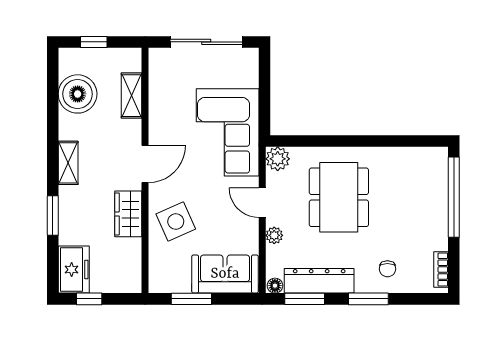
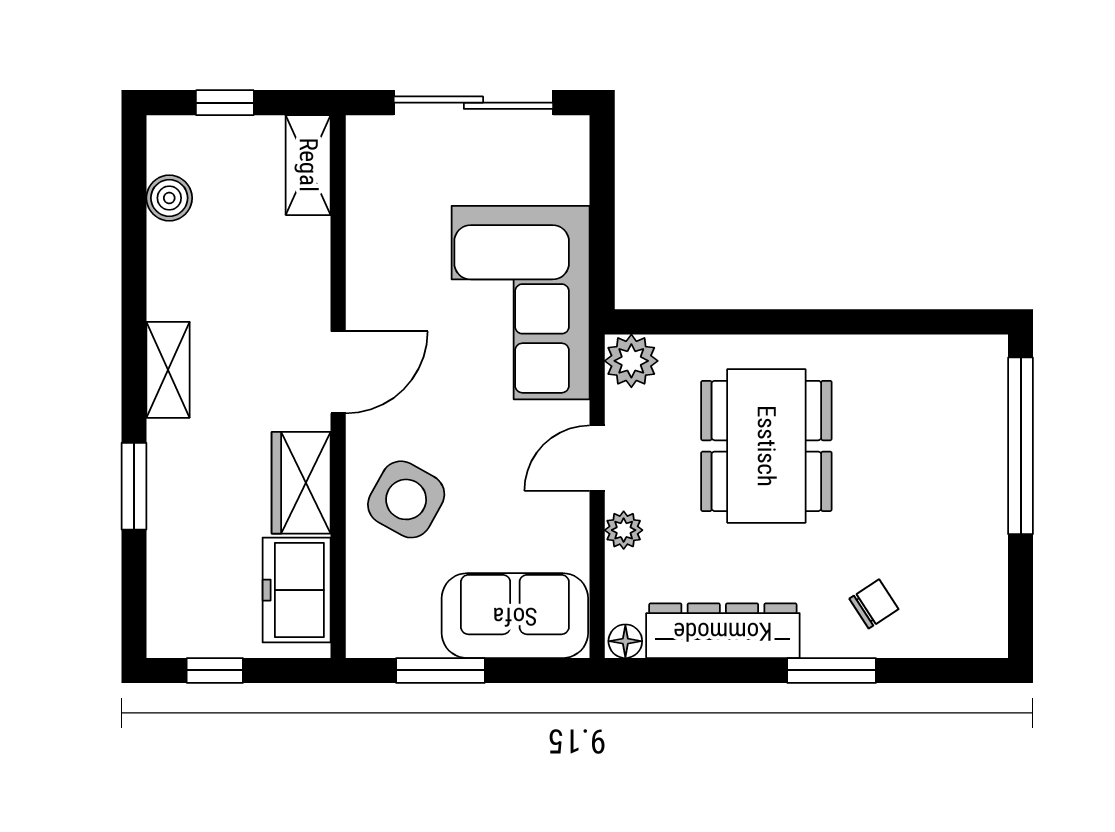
boiler: (78, 94) -> (169, 198), width x0.54, depth x0.54
shelving: (131, 96) -> (308, 165), moved
door: (262, 203) -> (597, 458), hinge flipped
side table: (176, 221) -> (406, 499), turned -37
chair: (387, 269) -> (874, 604), turned -123
freezer: (74, 270) -> (297, 590), moved, turned 180
bookcase: (441, 270) -> (992, 606), removed
window: (305, 299) -> (691, 670), removed

